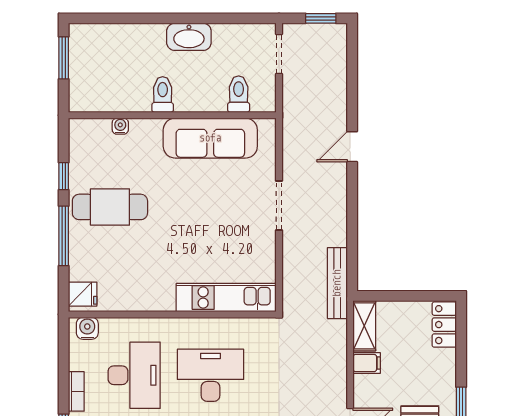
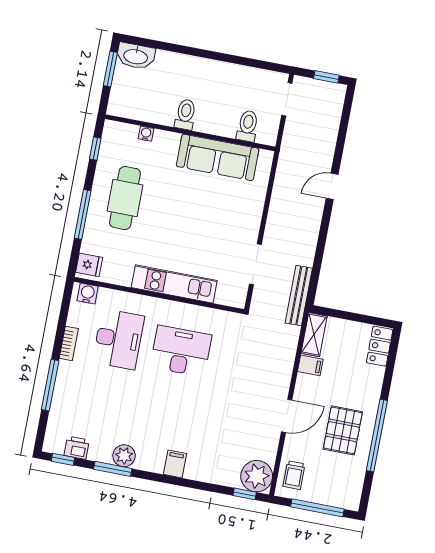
washbasin: (189, 37) -> (136, 56), moved
window: (64, 176) -> (95, 149), moved
doorway: (279, 206) -> (255, 264), moved
cafe table: (110, 207) -> (125, 198), turned 90
kitchen unit: (226, 297) -> (174, 284), moved

